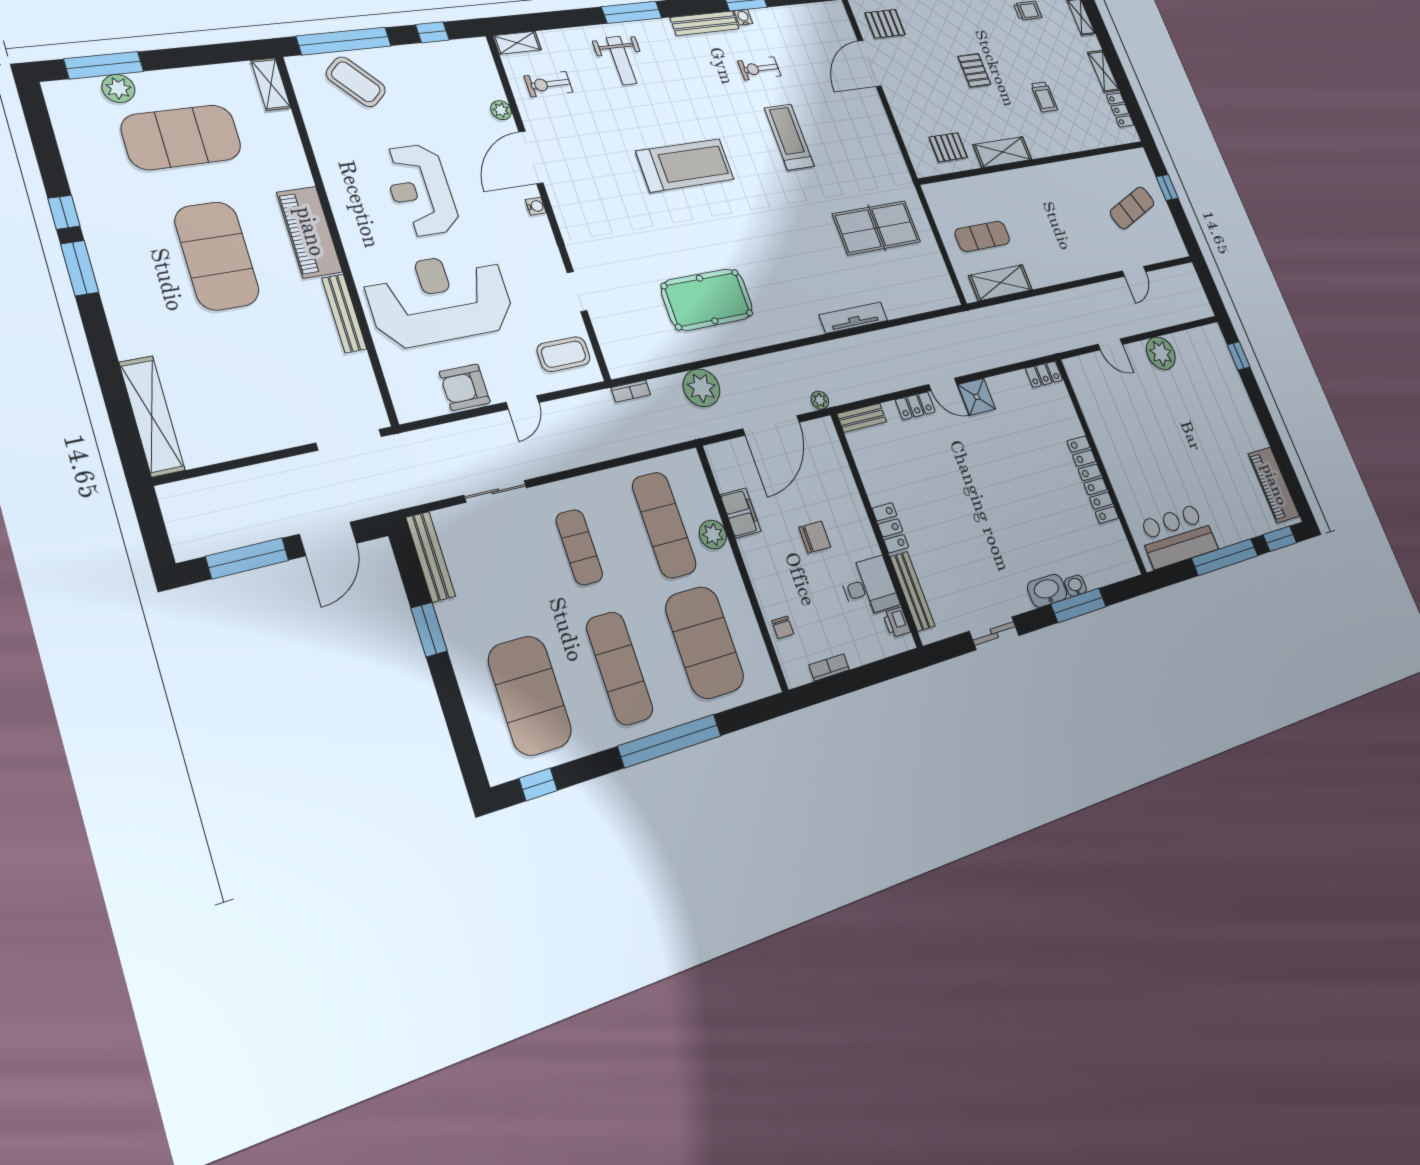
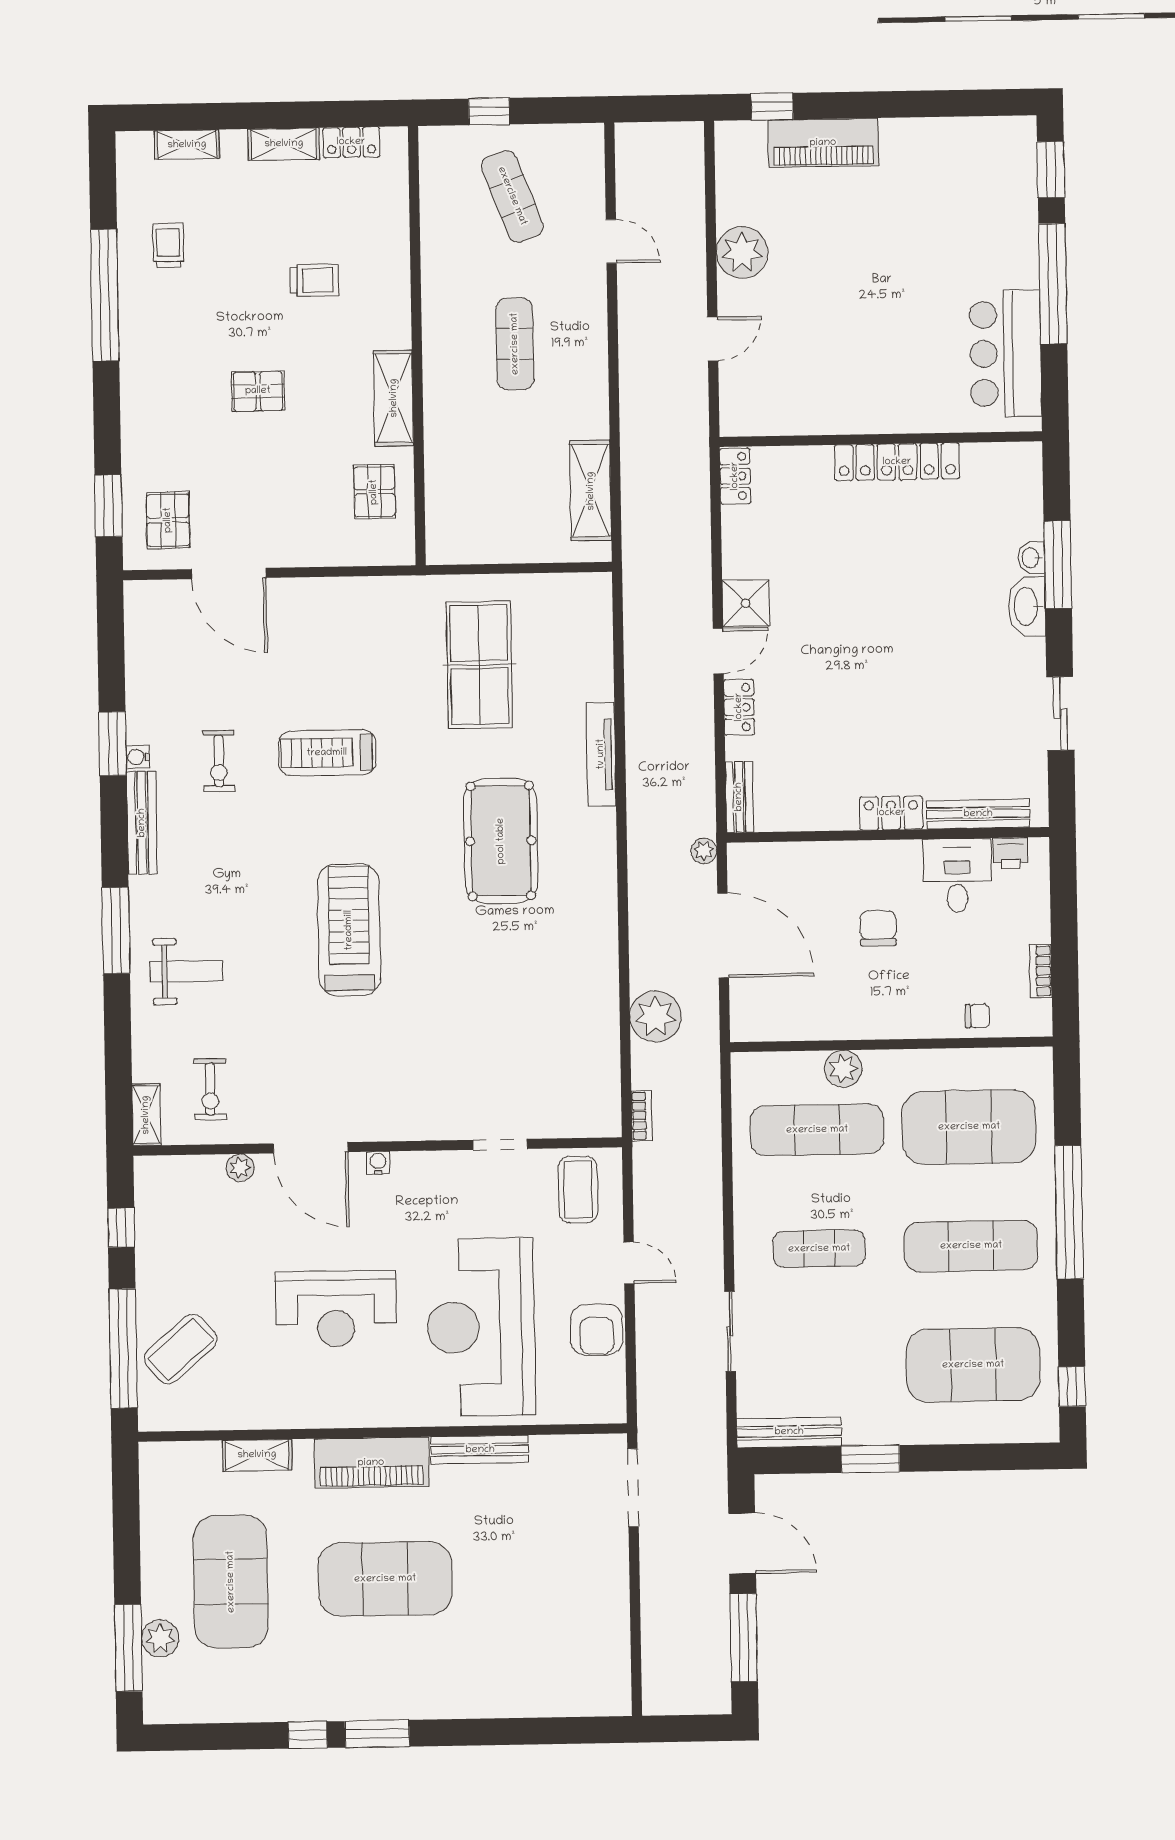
shelving: (271, 84) -> (257, 1455), moved
exercise mat: (982, 236) -> (515, 344), moved
pool table: (707, 299) -> (501, 841), moved
shelving: (152, 416) -> (563, 1698), removed
piano: (1274, 485) -> (823, 143), moved
filing cabinet: (741, 513) -> (825, 1021), removed

